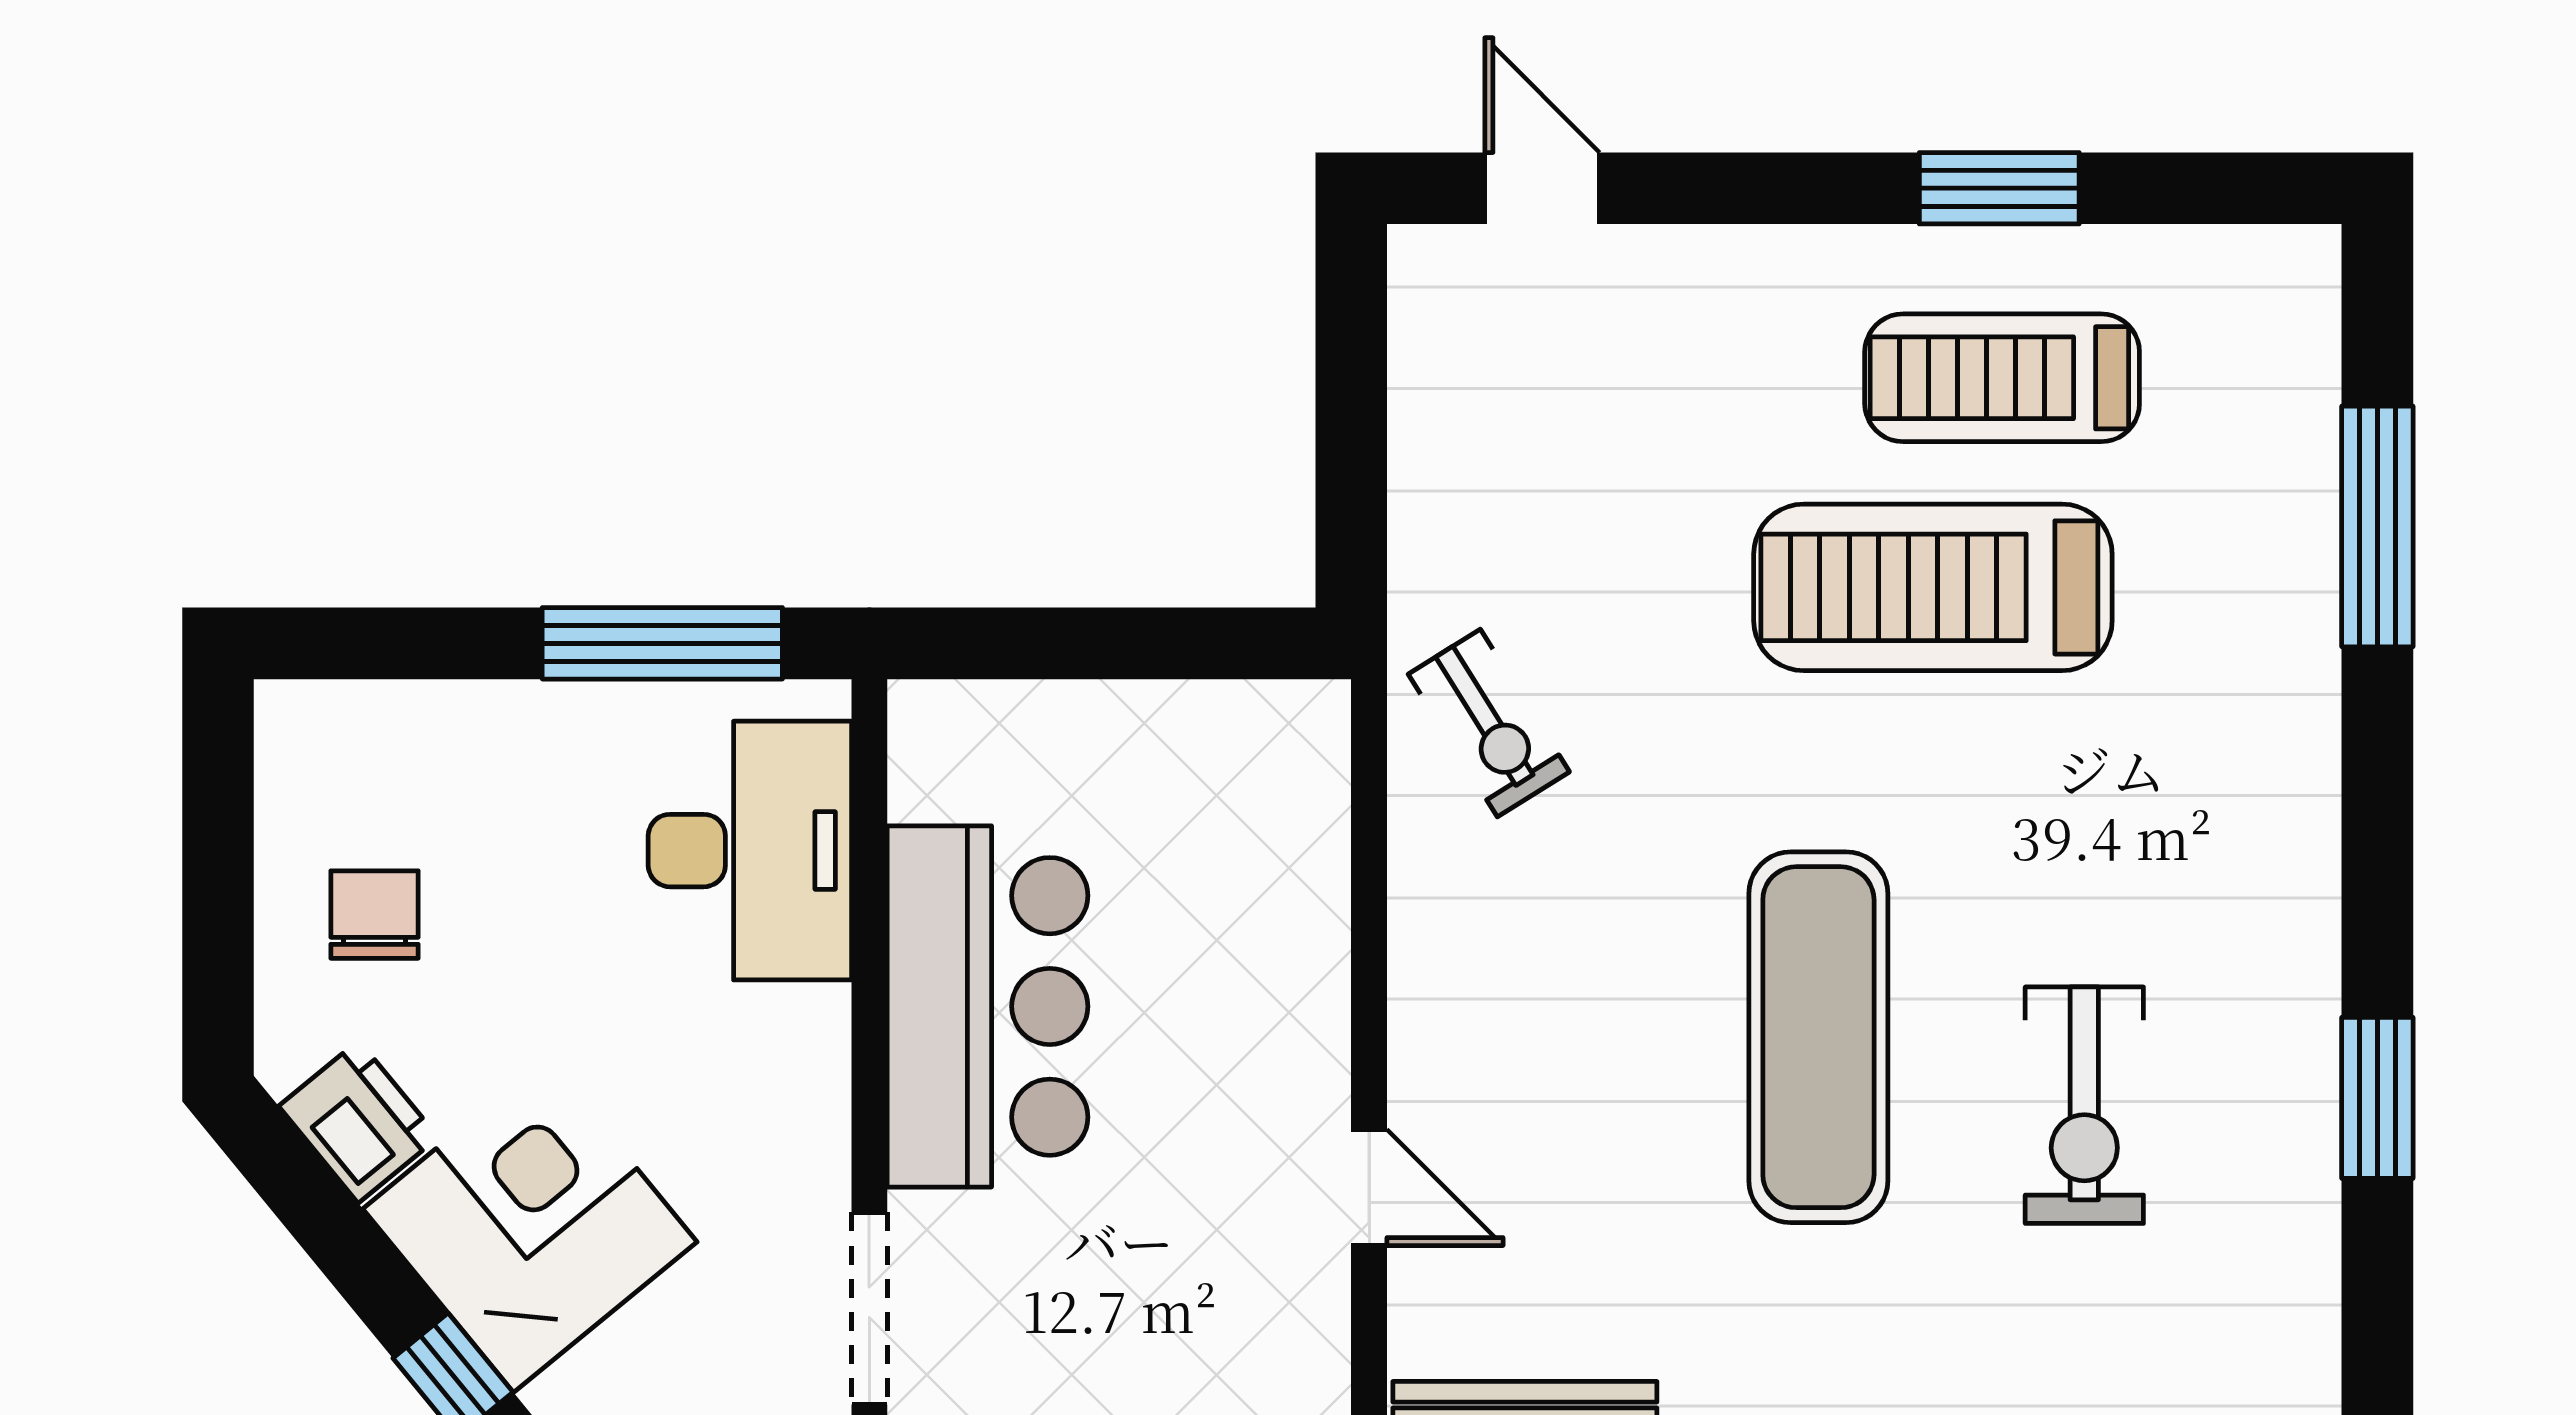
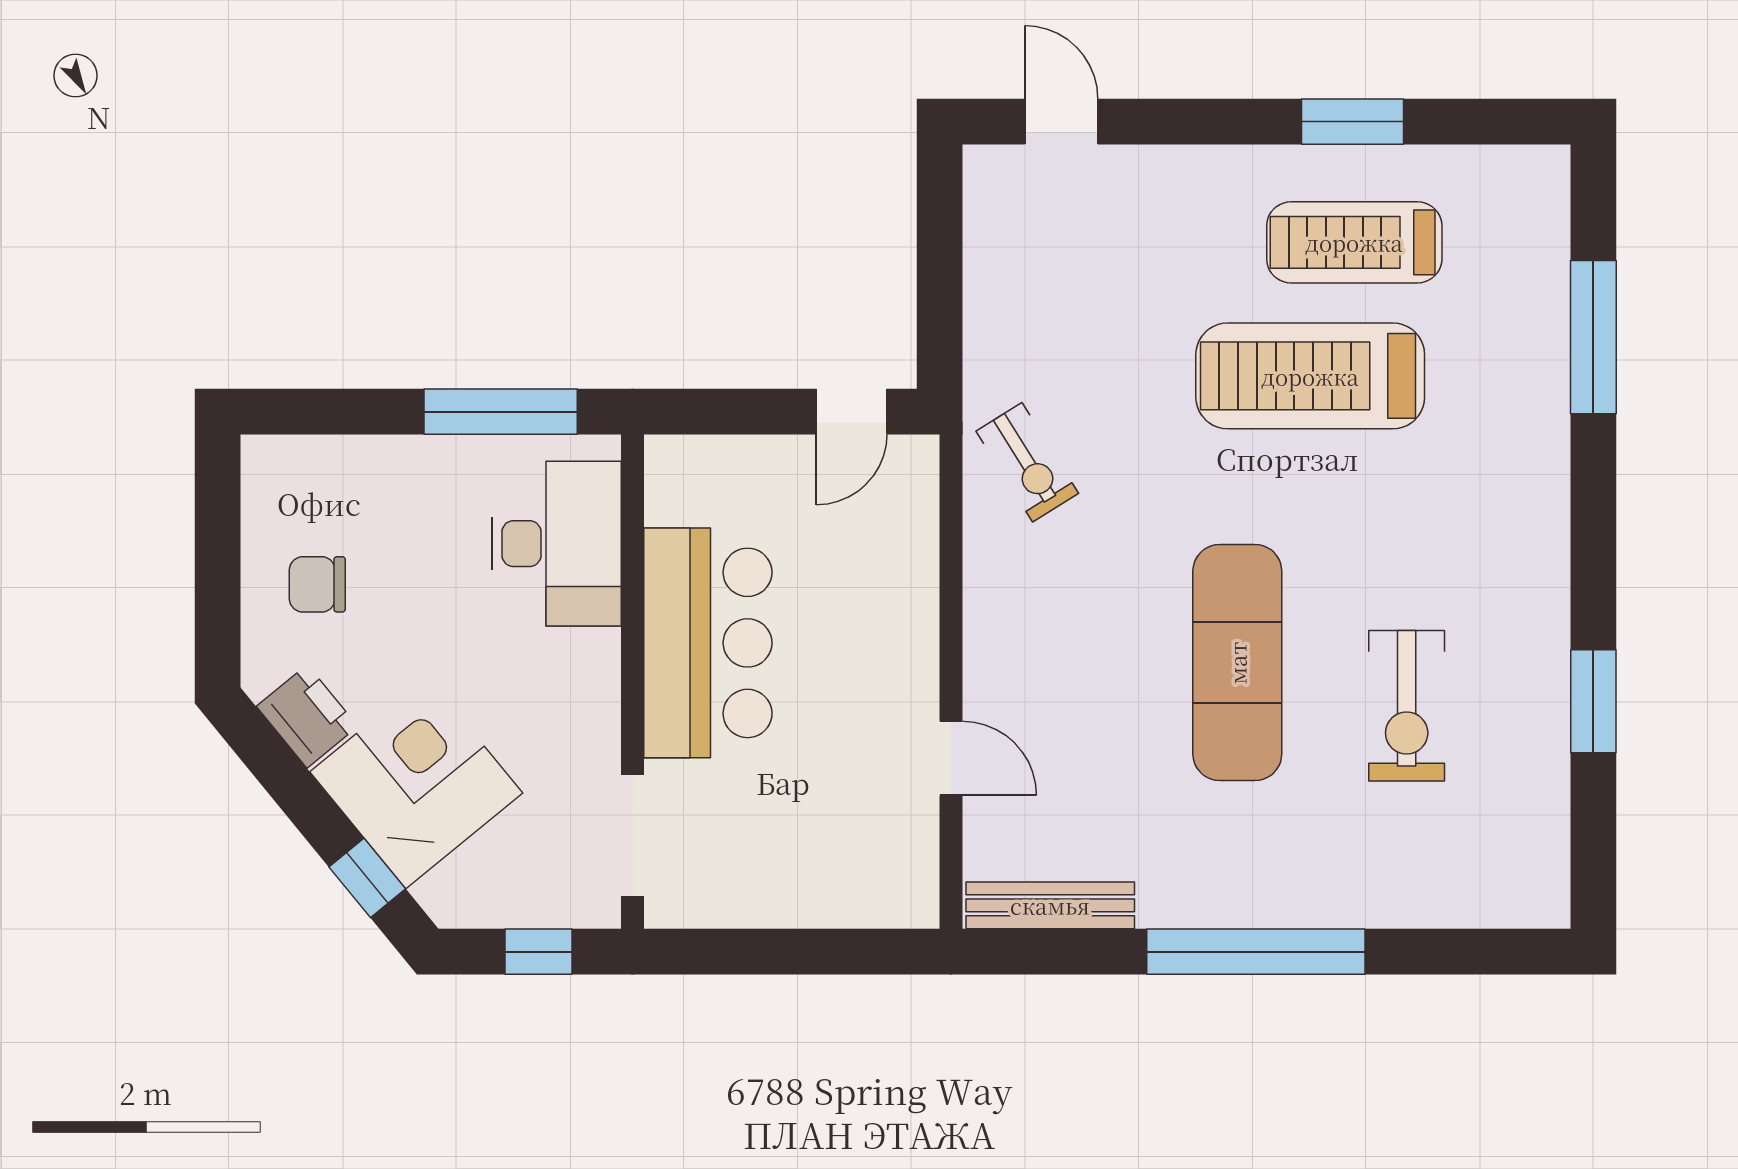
door: (1213, 643) -> (852, 412), added
chair: (374, 915) -> (317, 584), turned -90

